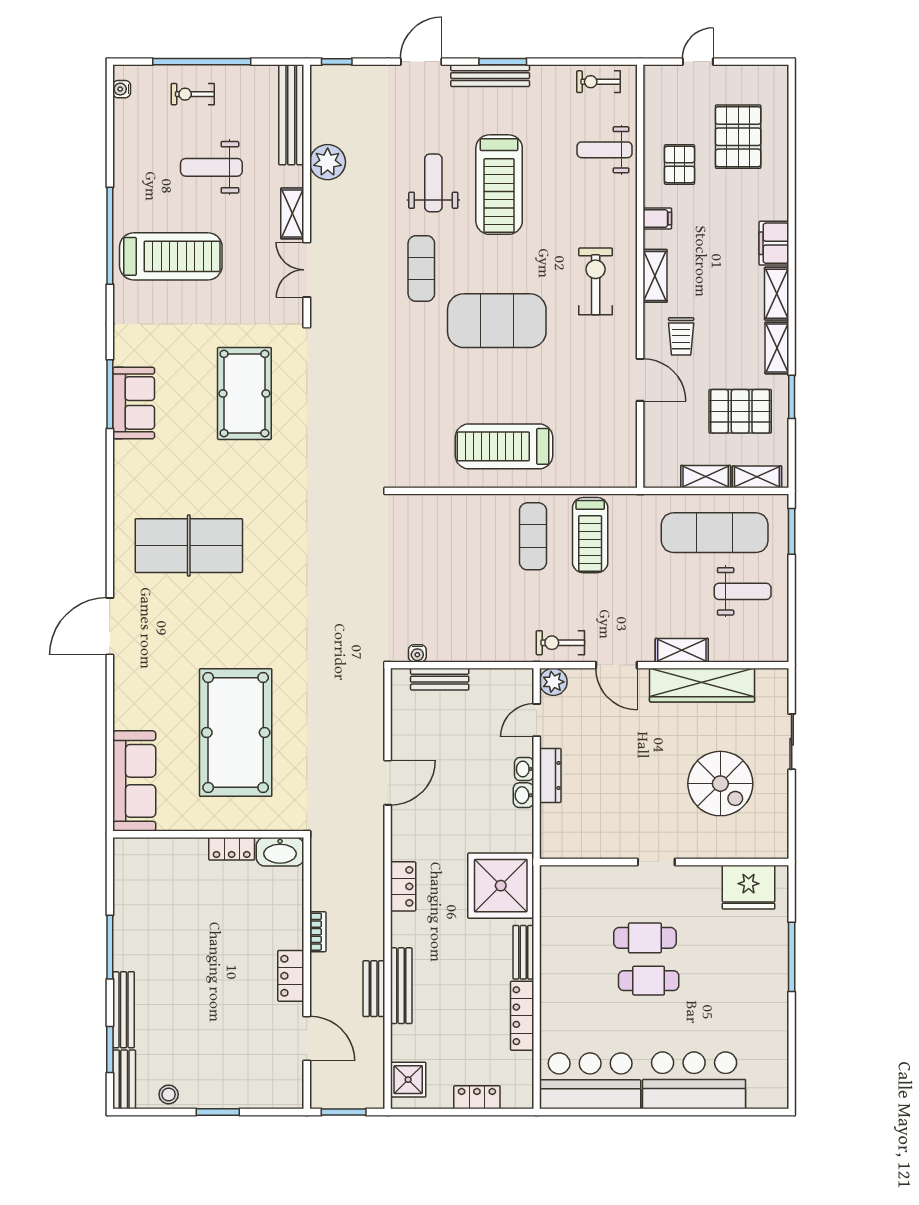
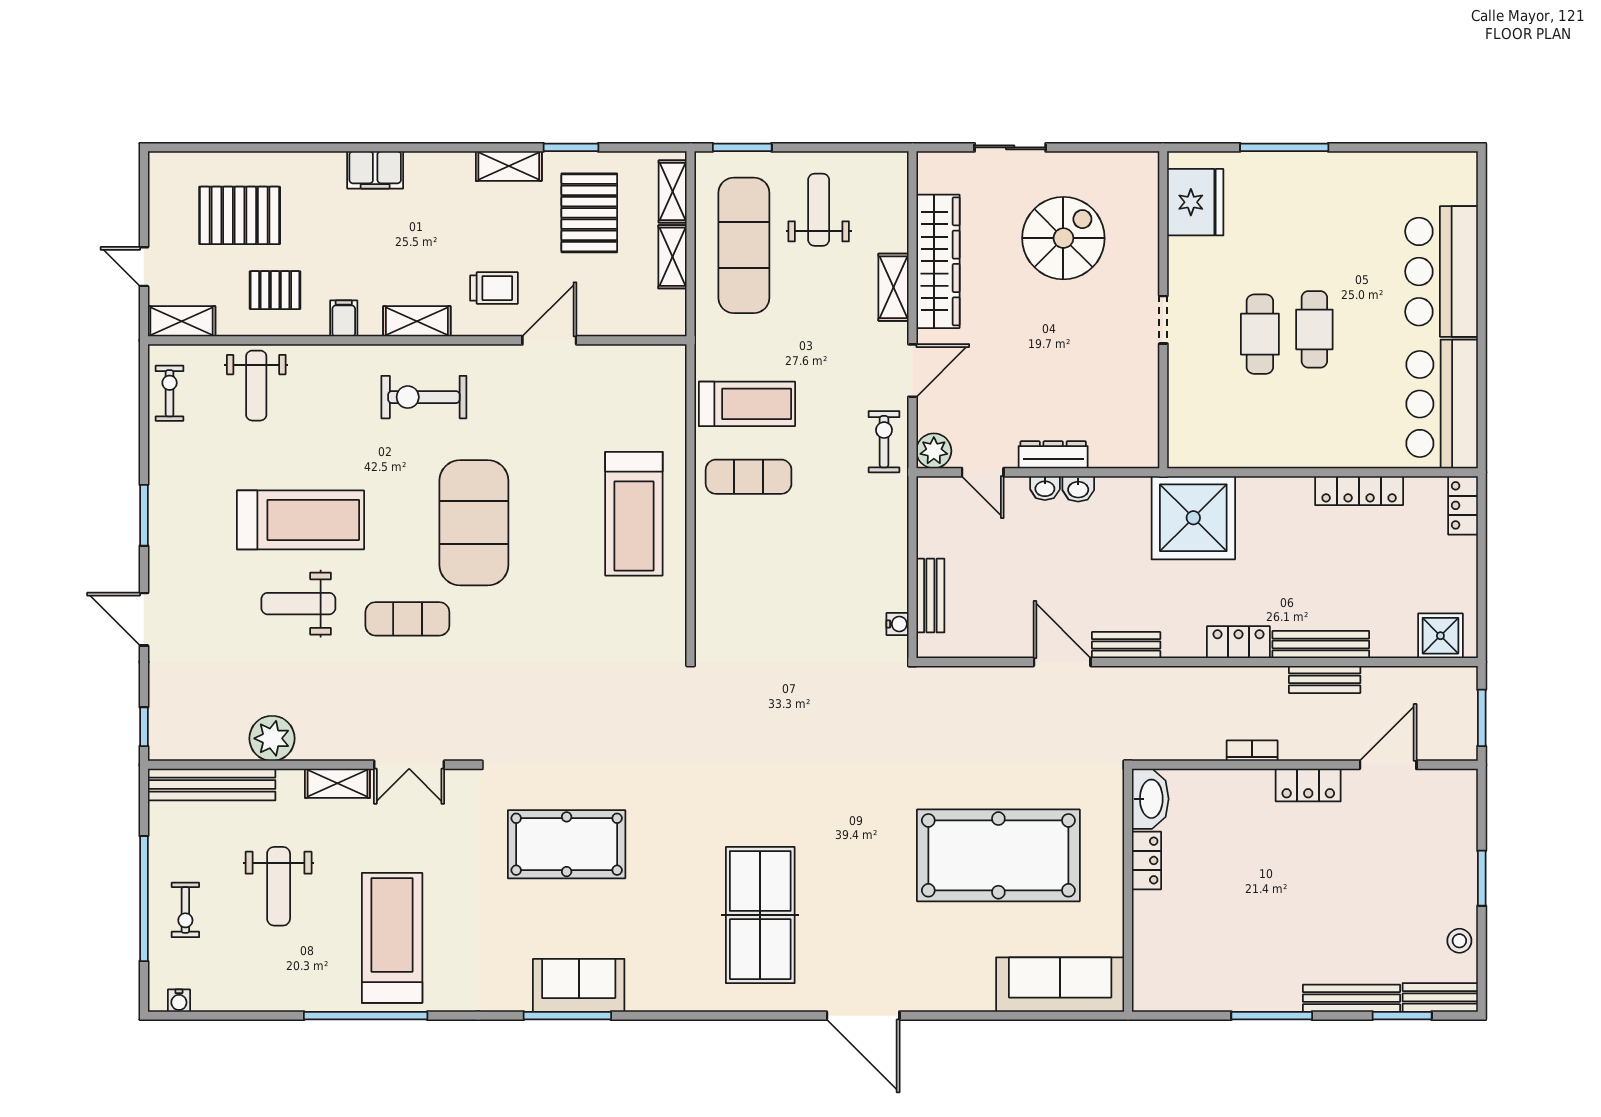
bench: (490, 76) -> (162, 531), removed
exercise bike: (598, 82) -> (170, 393), turned 180
shelving: (777, 294) -> (182, 321), moved
exercise bike: (560, 643) -> (884, 442), turned 180
locker: (403, 886) -> (1238, 642), moved
bench: (523, 952) -> (1126, 645), moved
locker: (477, 1097) -> (1463, 505), moved

